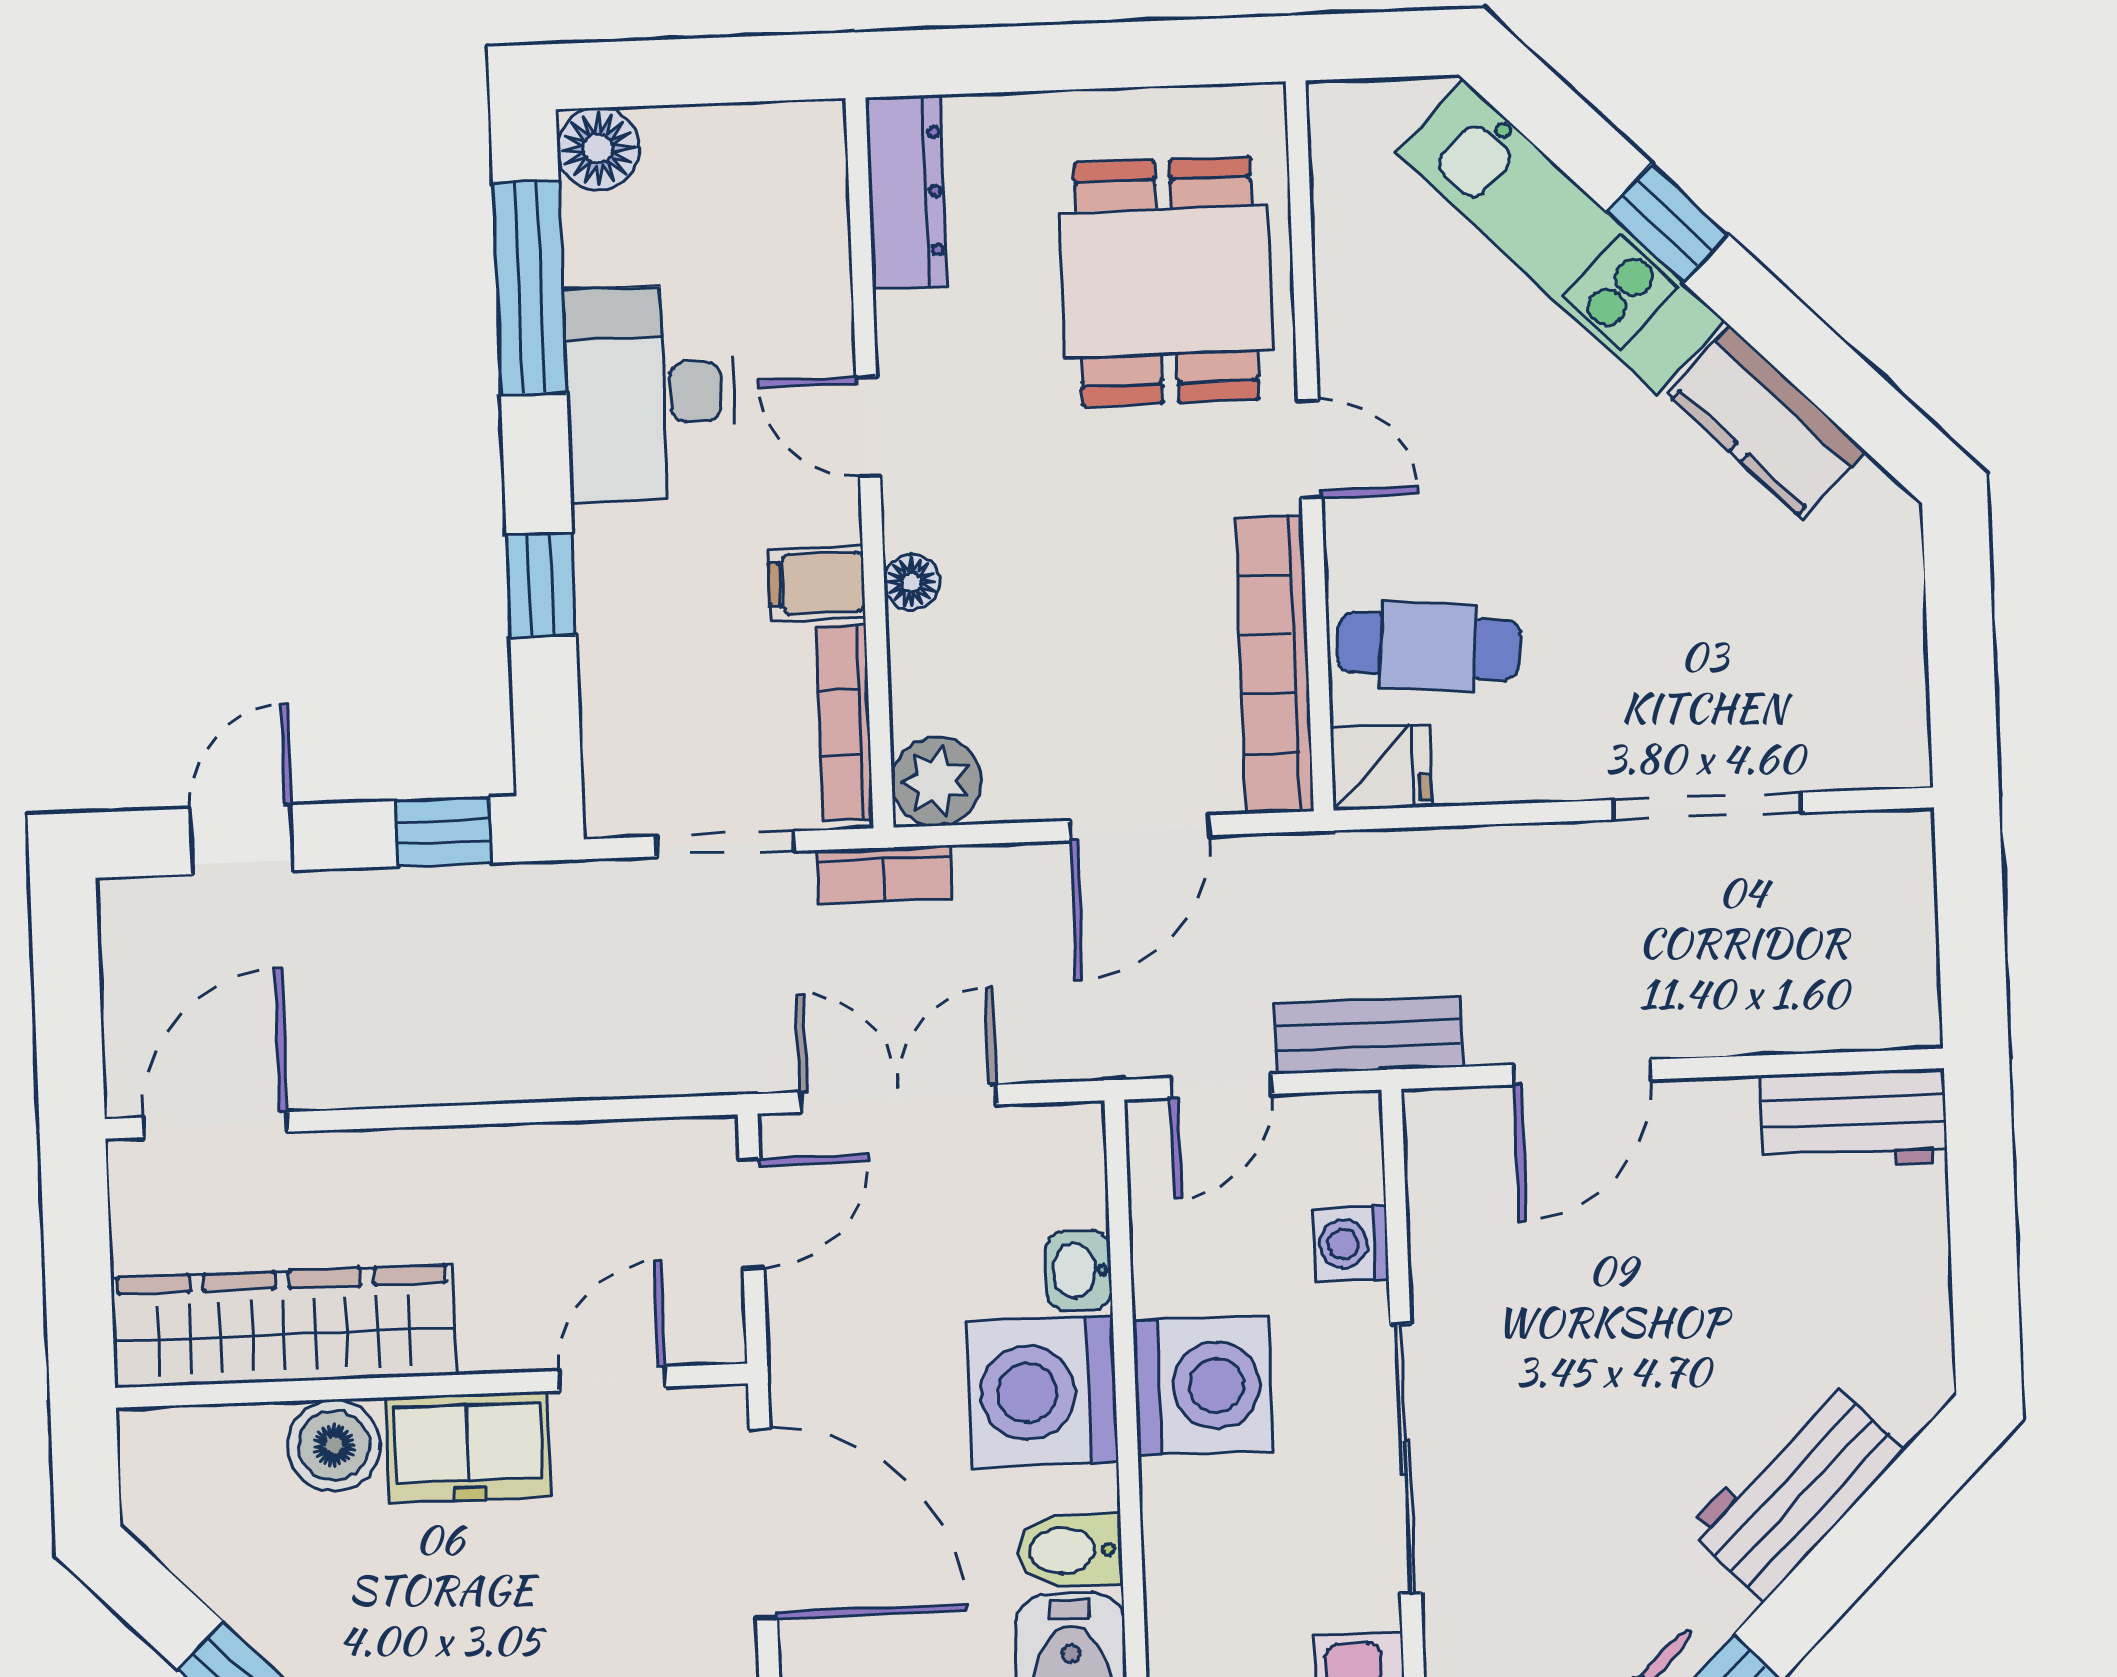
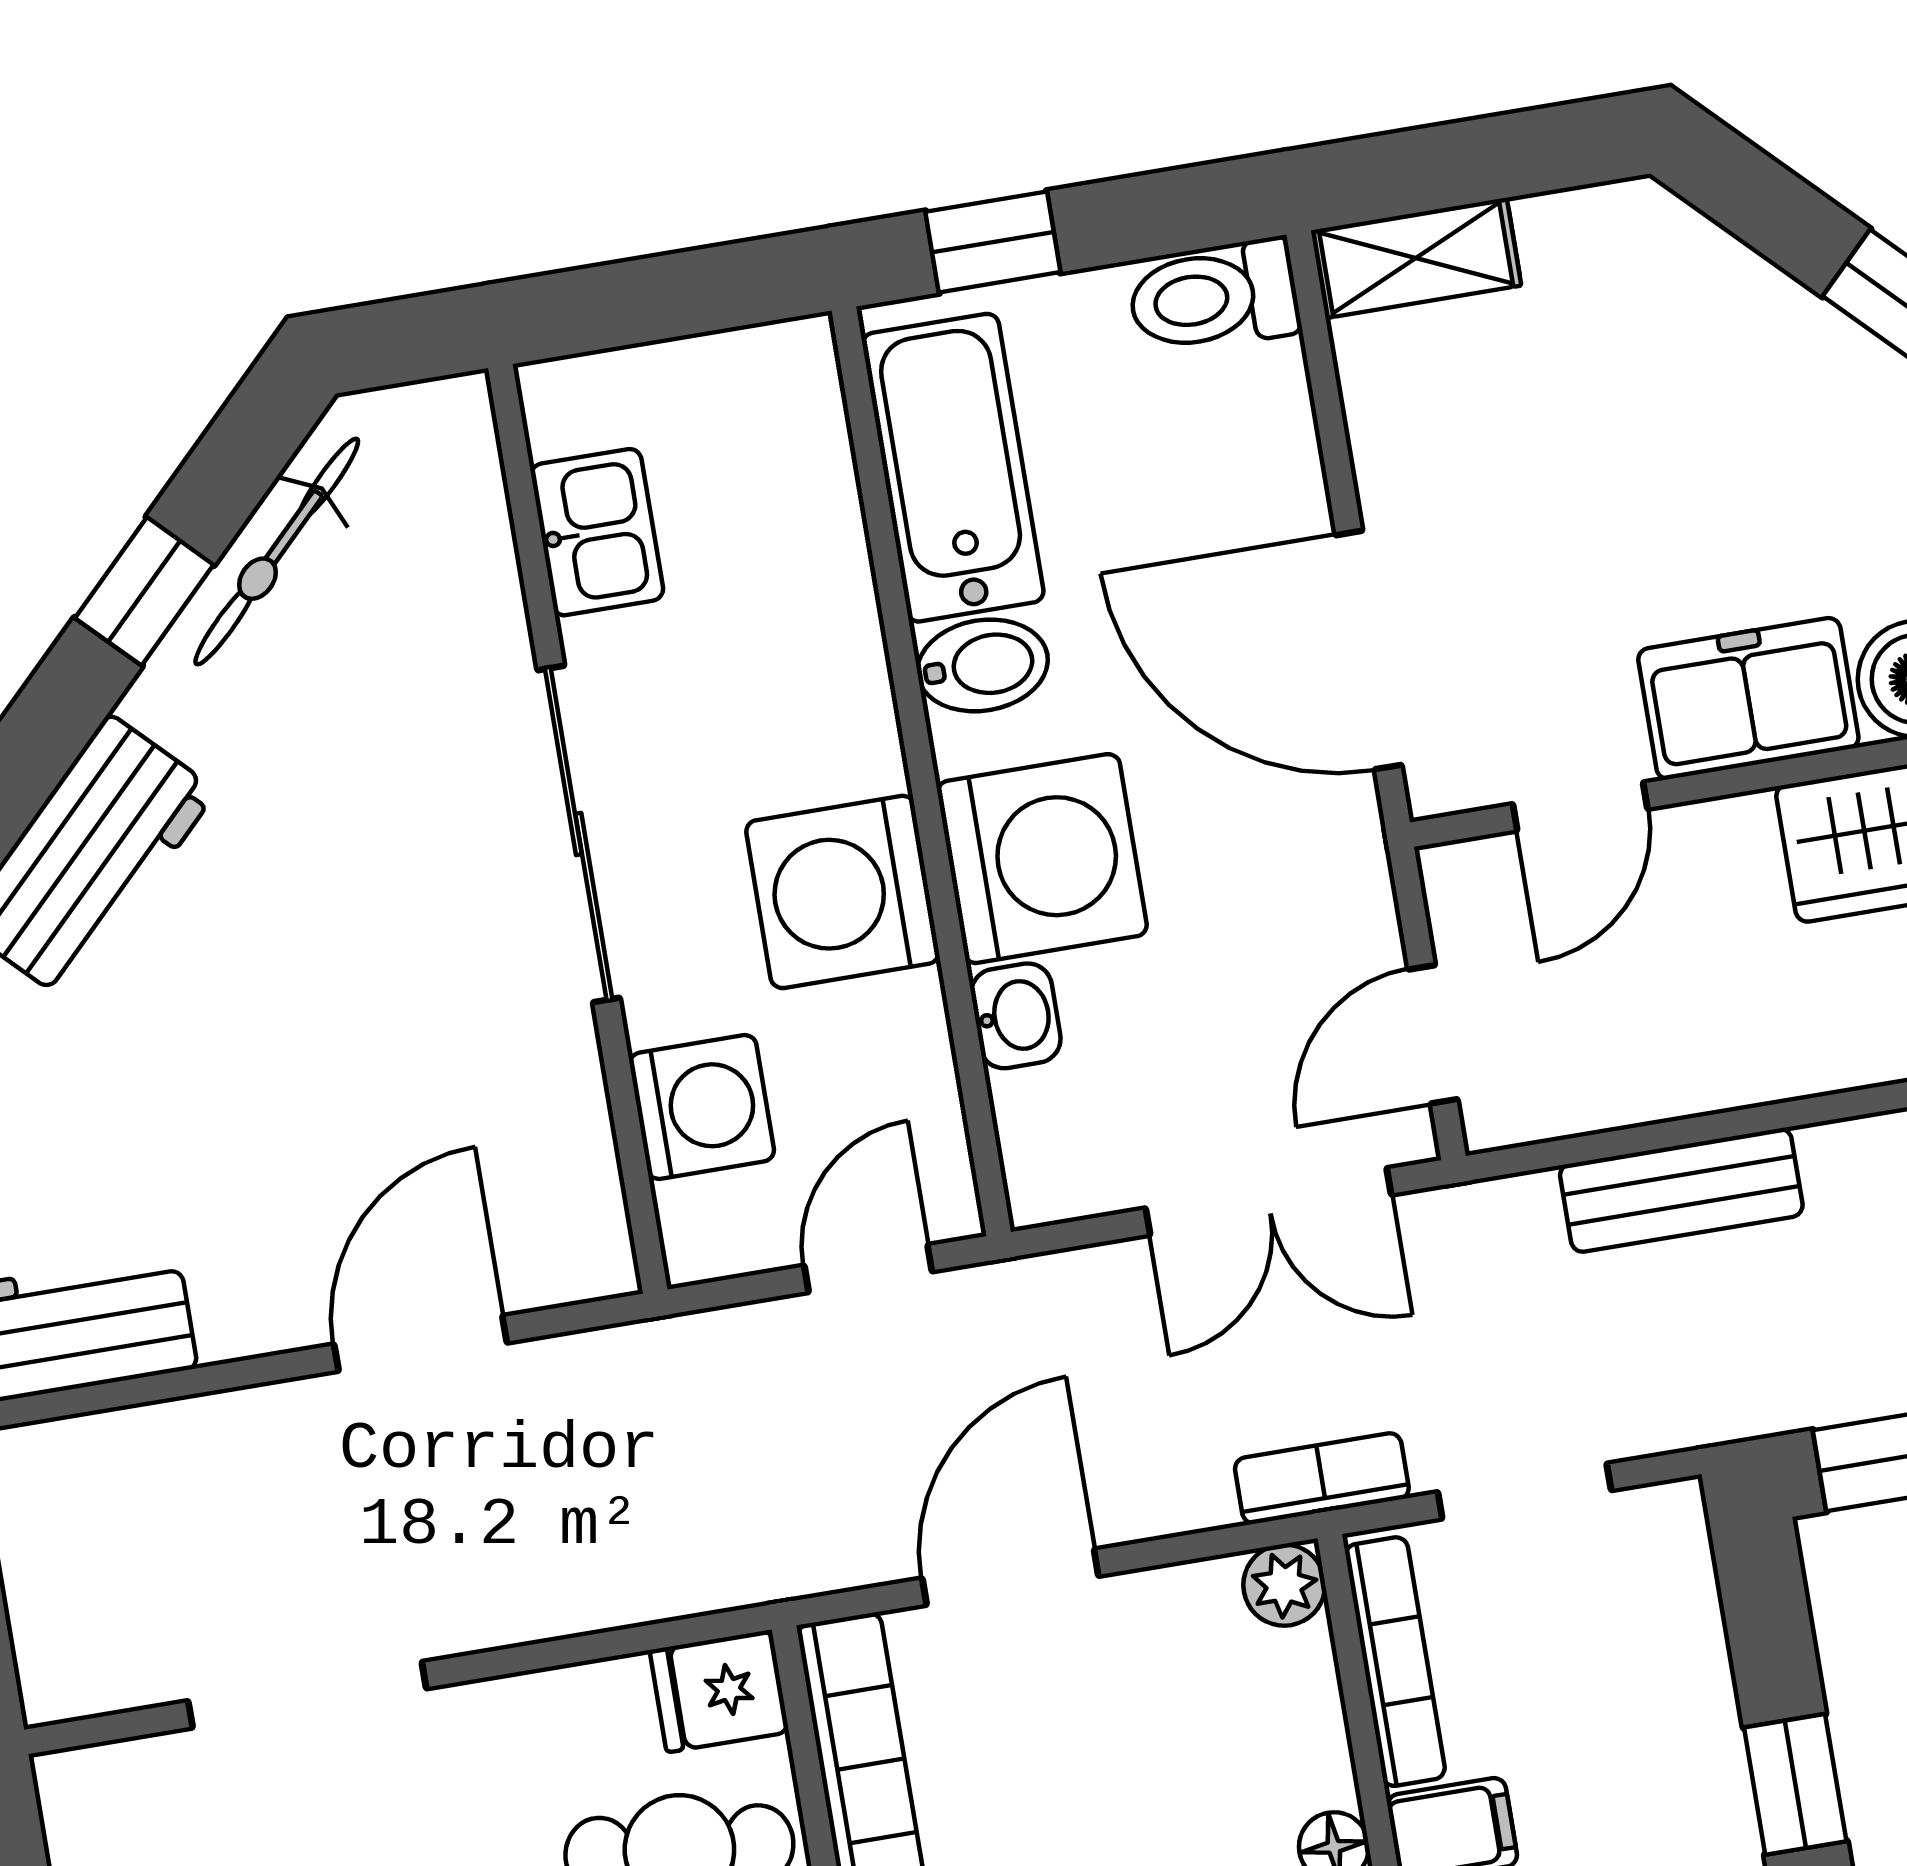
plant: (936, 781) -> (1284, 1585), width x0.73, depth x0.73
bench: (1368, 1035) -> (1681, 1190), moved
washing machine: (1350, 1244) -> (702, 1107), width x1.38, depth x1.38

